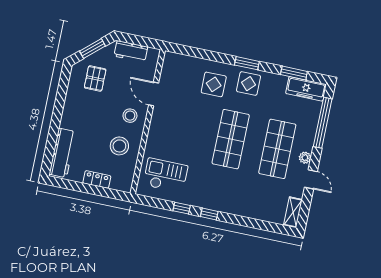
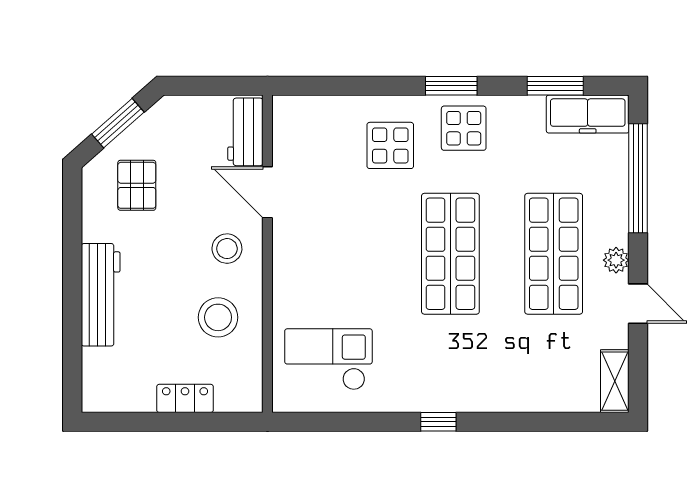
workbench: (131, 51) -> (245, 132), moved, turned 90
workbench: (62, 153) -> (101, 295), moved
window: (182, 208) -> (377, 422), removed

